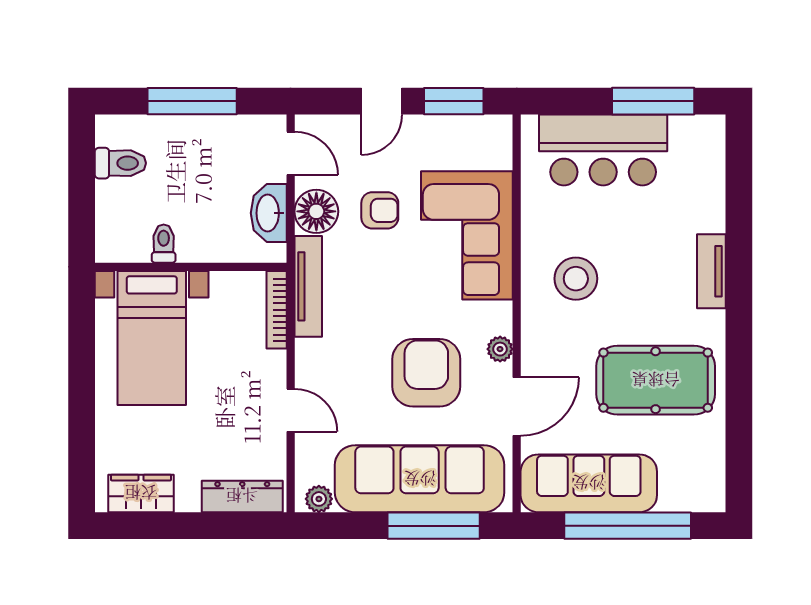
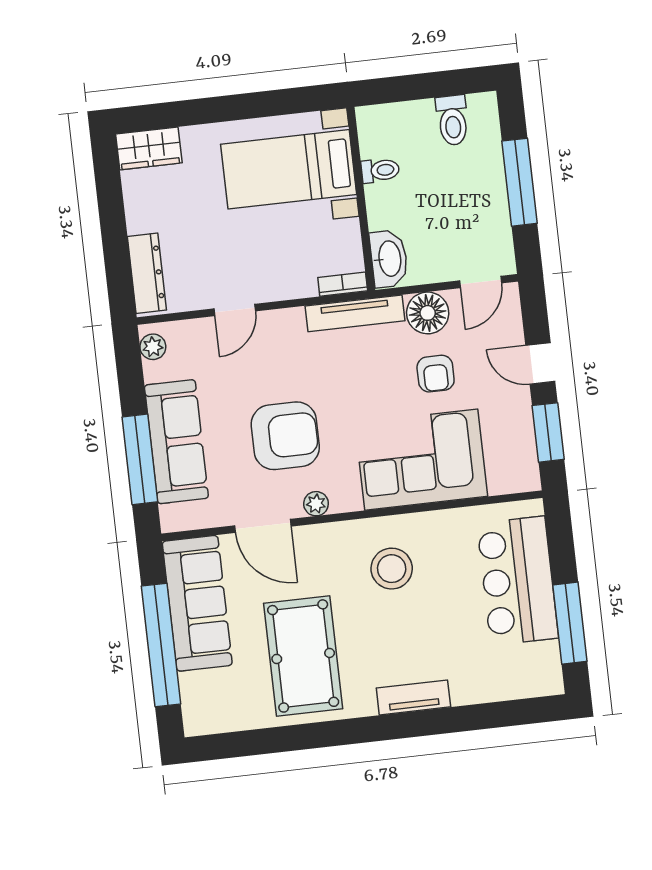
washbasin: (269, 213) -> (389, 259), moved, turned 90
bookcase: (277, 310) -> (343, 284), width x0.64
sofa: (420, 479) -> (176, 442), width x0.74, depth x0.79
wardrobe: (141, 493) -> (149, 148), moved, turned 90

